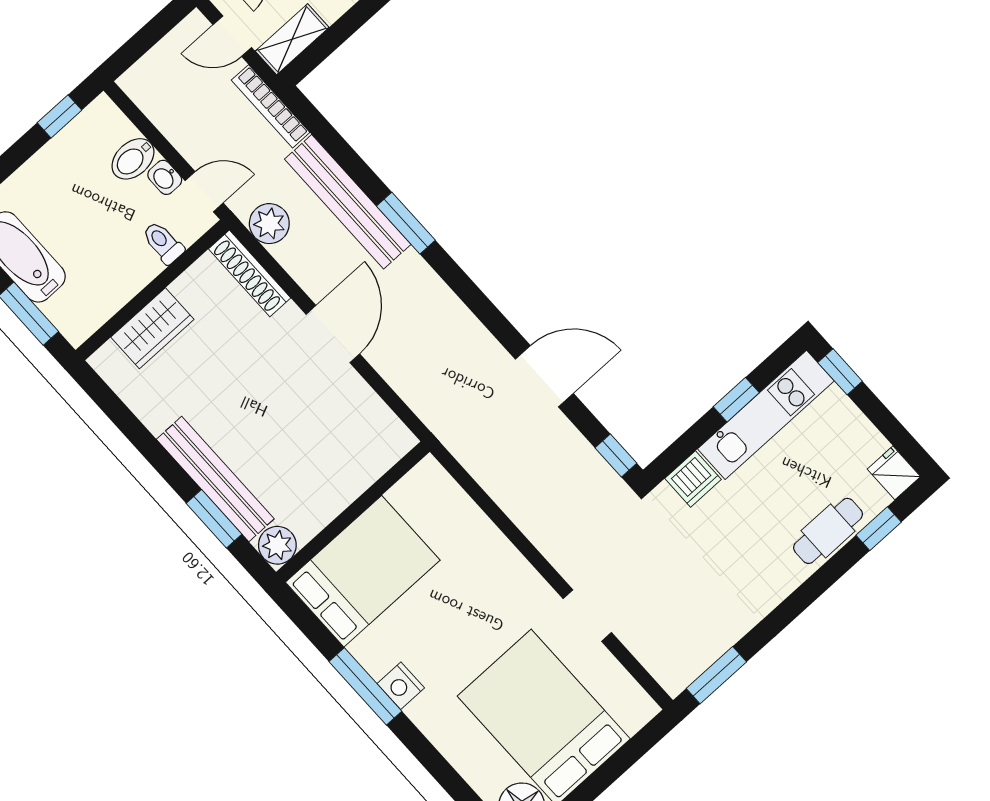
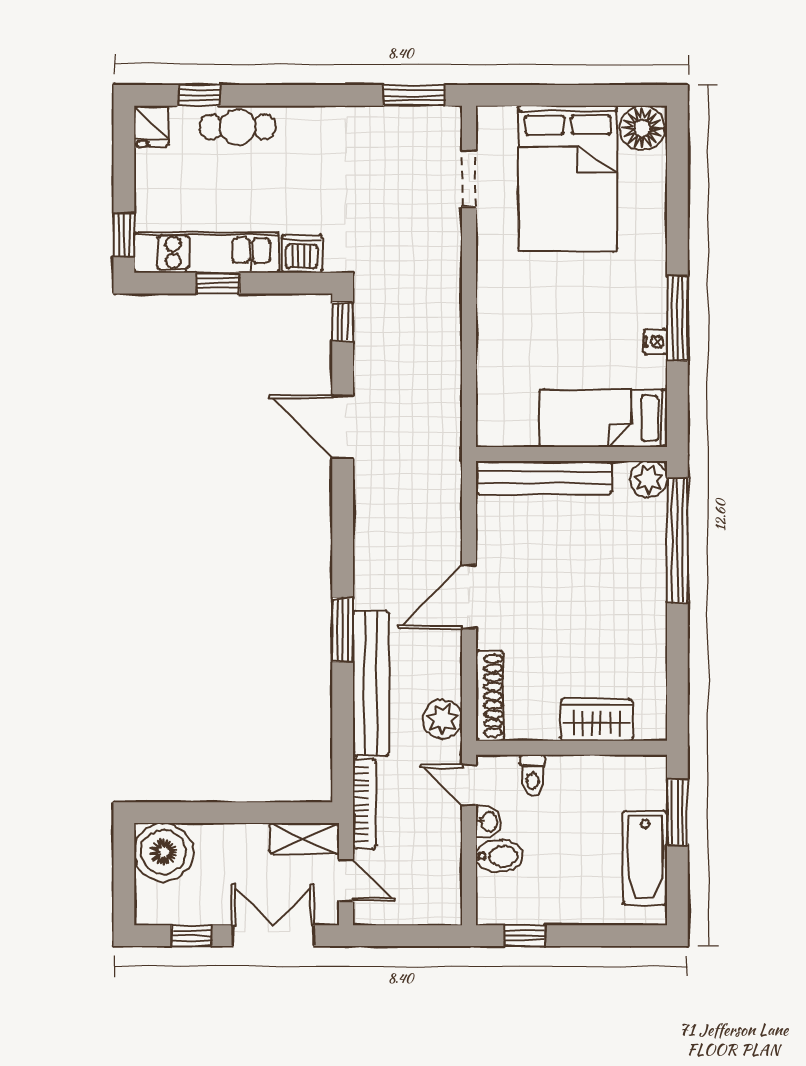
bench: (215, 479) -> (544, 478), moved, turned 90
window: (214, 519) -> (677, 540), width x2.11
bed: (363, 571) -> (603, 418), width x0.67
doorway: (587, 616) -> (469, 178), moved
nightstand: (401, 686) -> (655, 342), moved, width x0.72, depth x0.74

